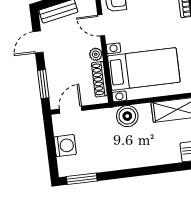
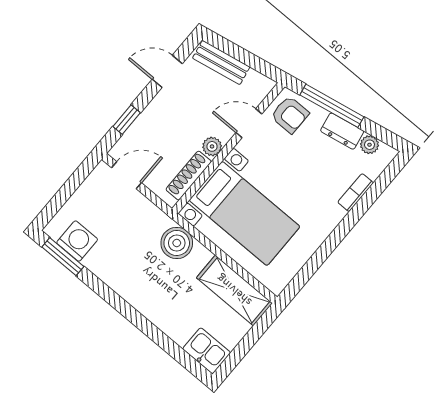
door: (101, 25) -> (249, 123), hinge flipped
window: (43, 84) -> (127, 120), width x0.67
washing machine: (65, 146) -> (77, 241), moved, turned -90

